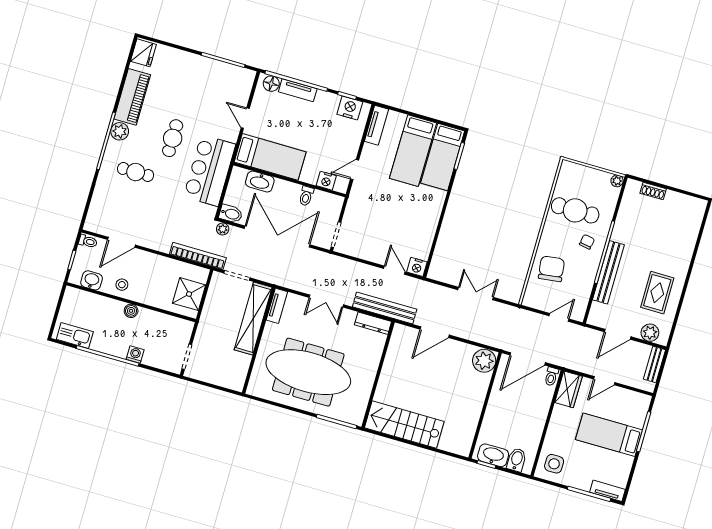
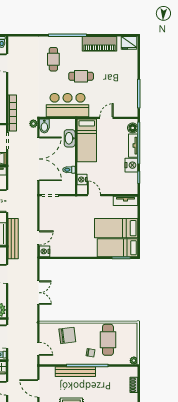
nightstand: (350, 108) -> (131, 165), moved
plant: (120, 131) -> (76, 42), removed

